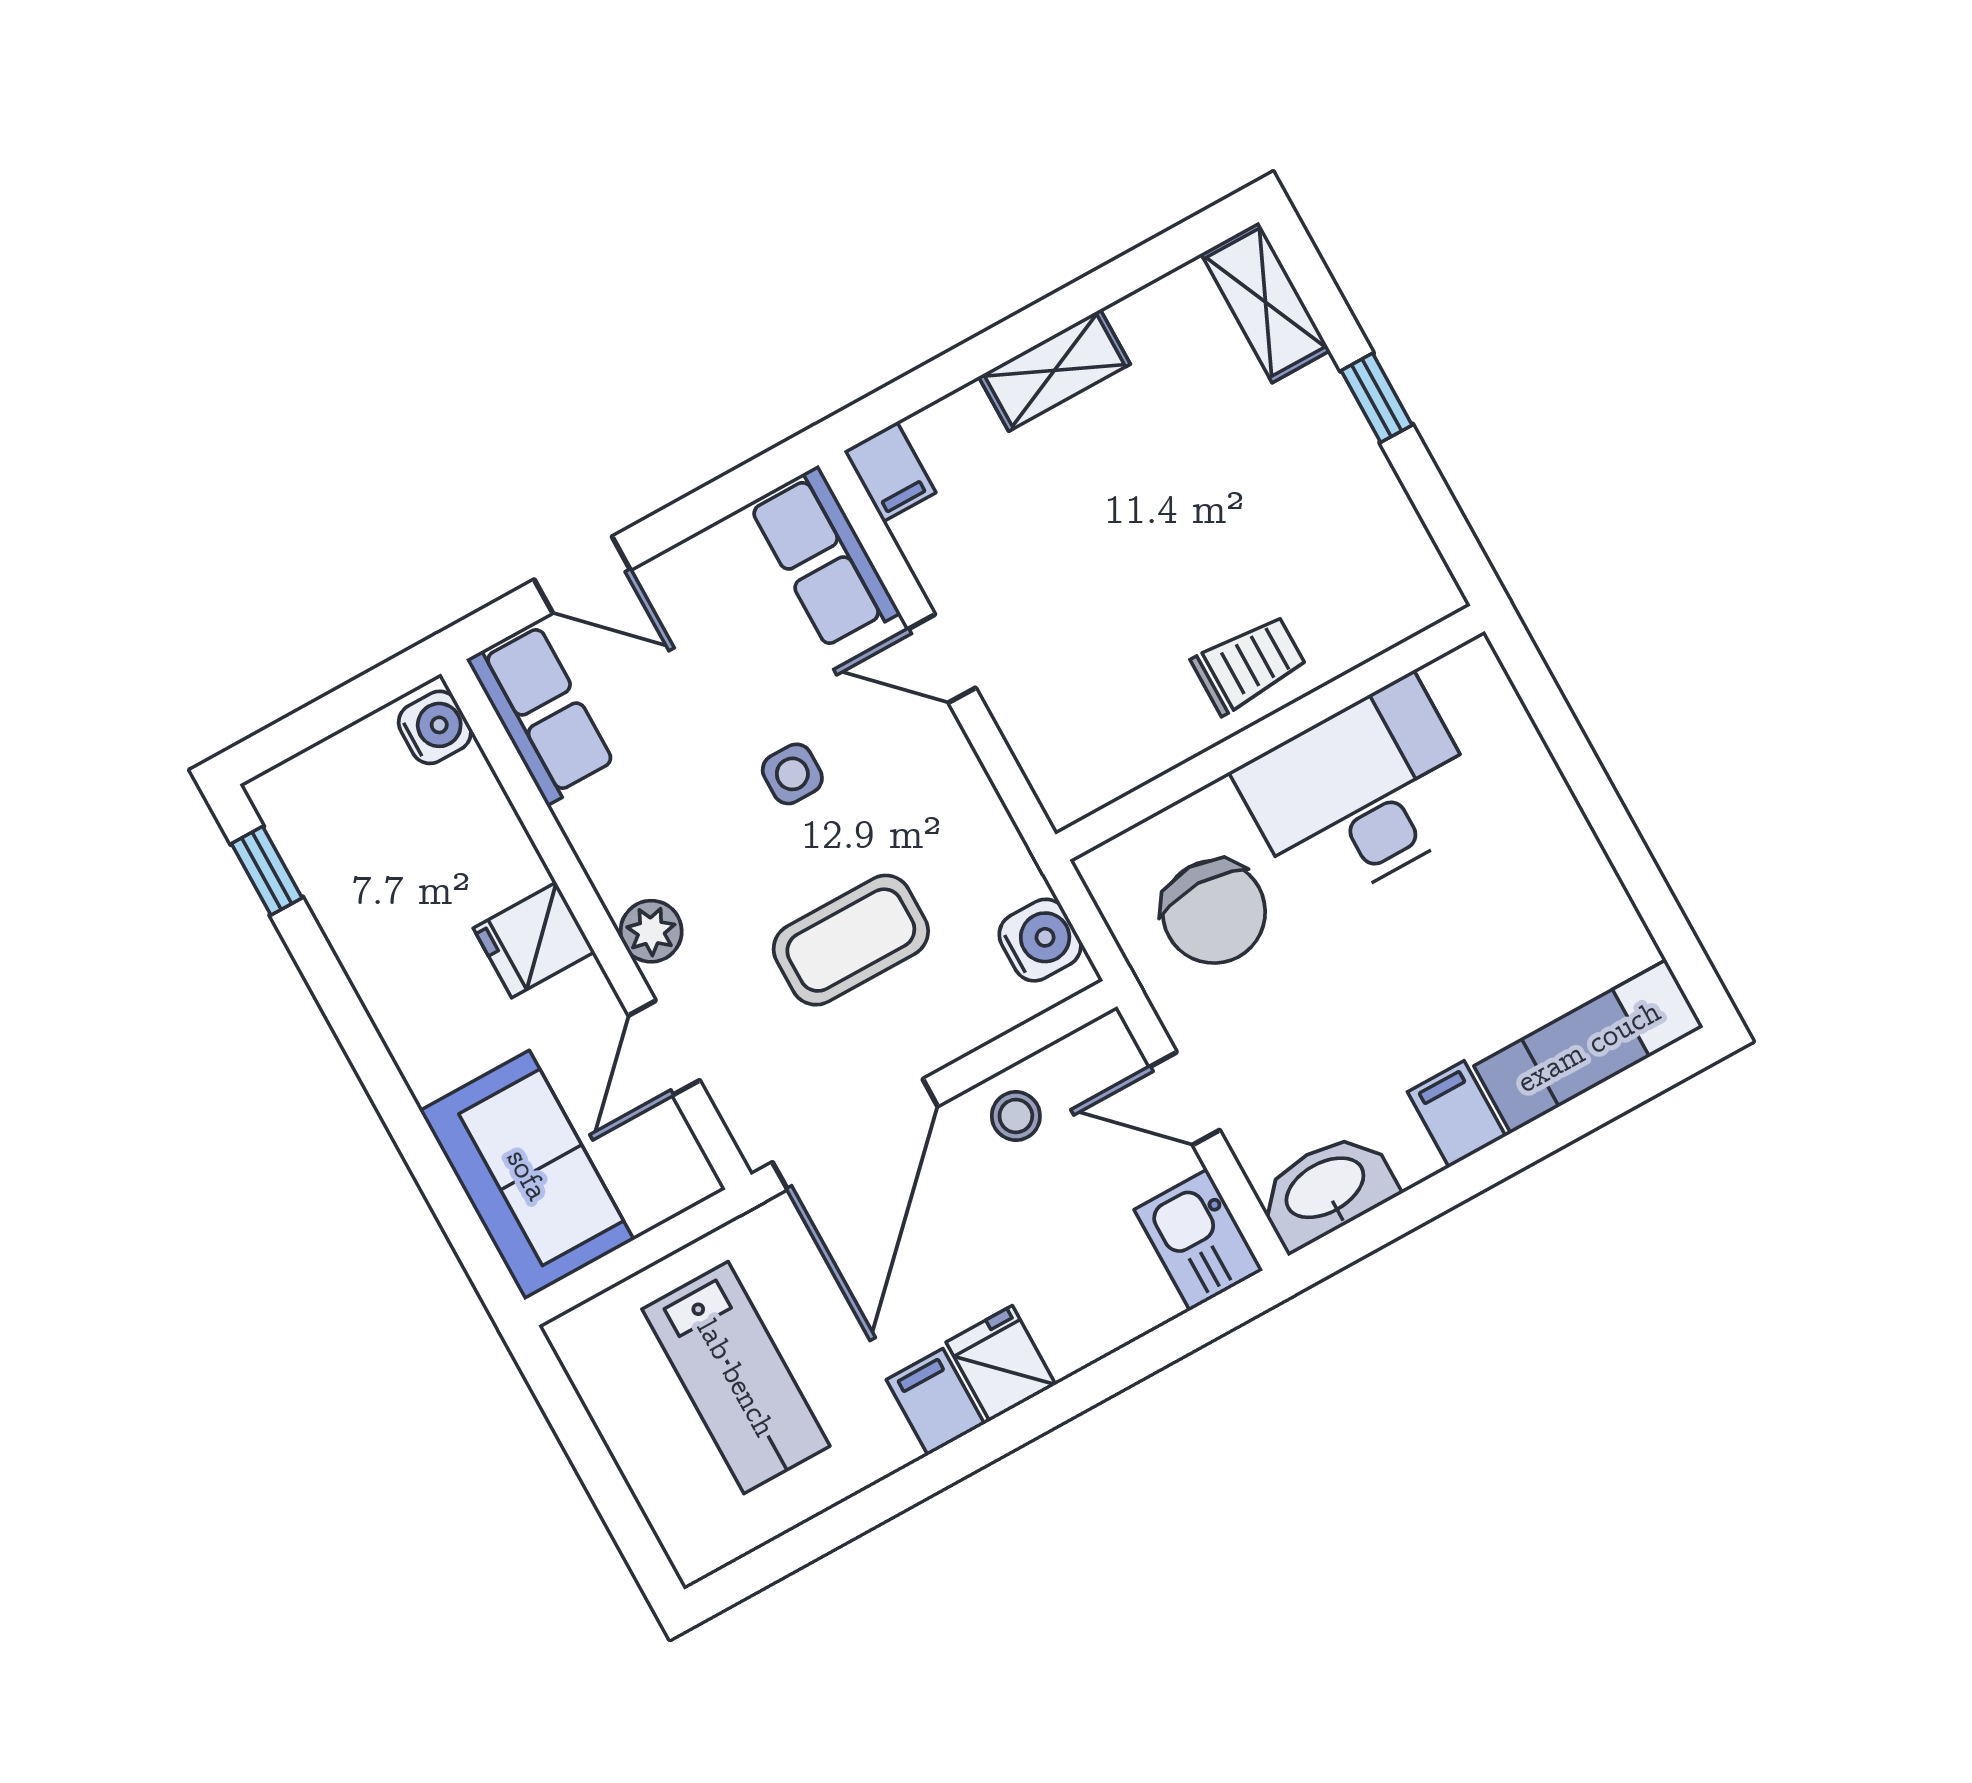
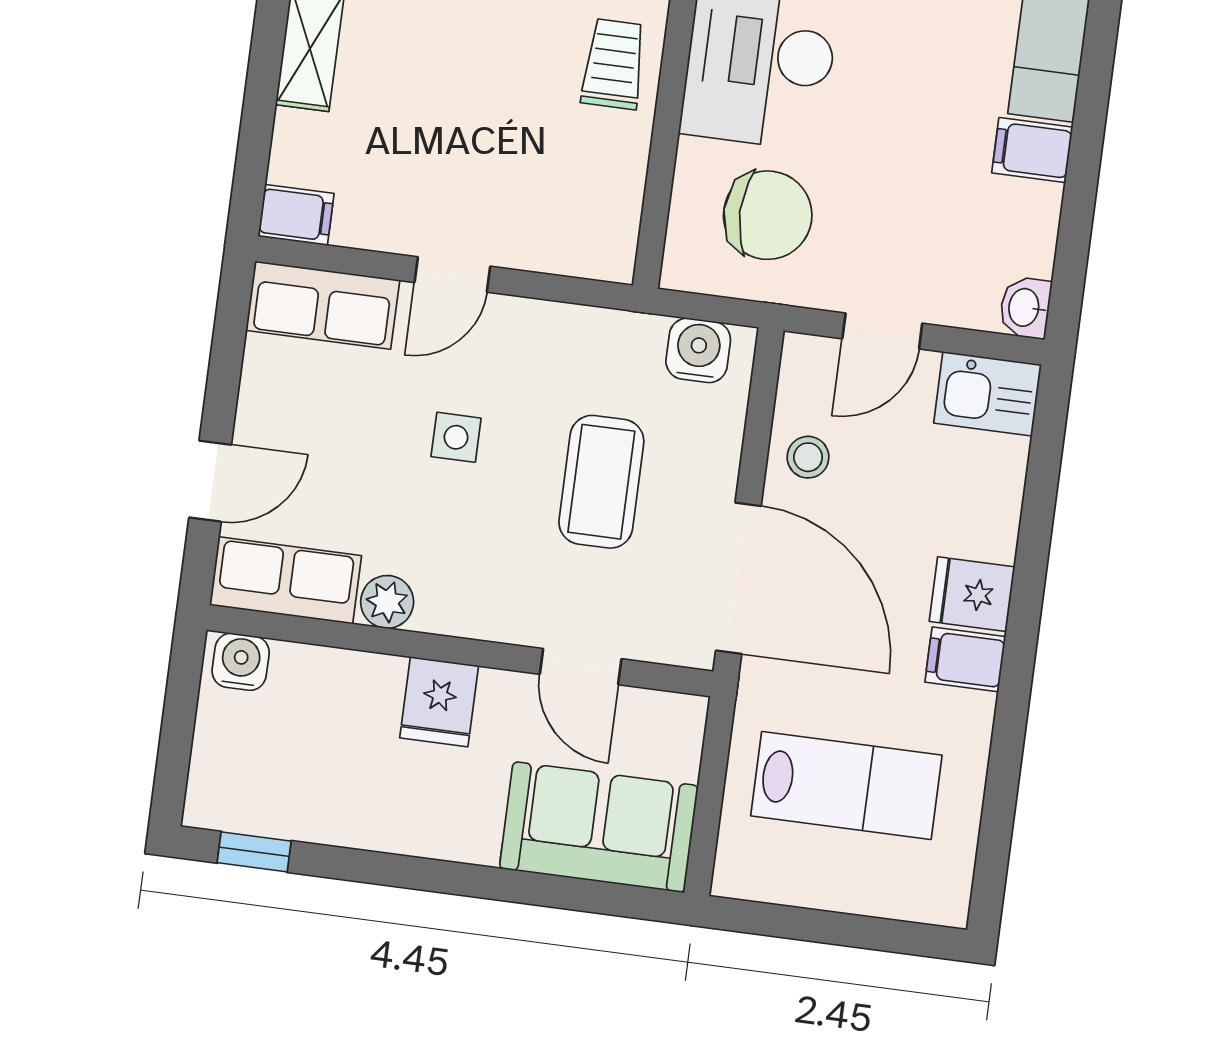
plant: (651, 931) -> (387, 602), moved
washbasin: (1326, 1190) -> (1025, 308), width x0.52, depth x0.69

